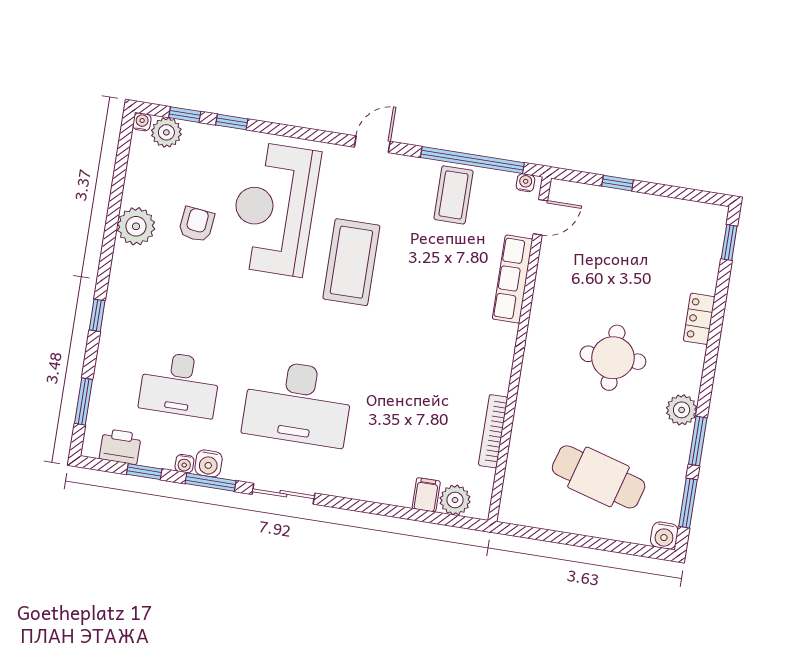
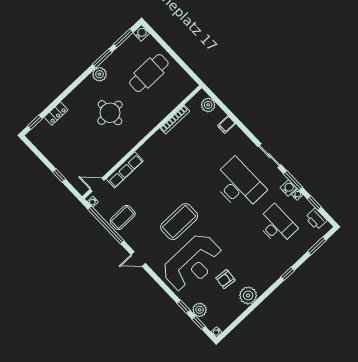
plant: (166, 132) -> (200, 310), moved
locker: (699, 319) -> (56, 113), moved
cafe table: (599, 477) -> (149, 73), turned 74
filing cabinet: (426, 495) -> (226, 125), moved

